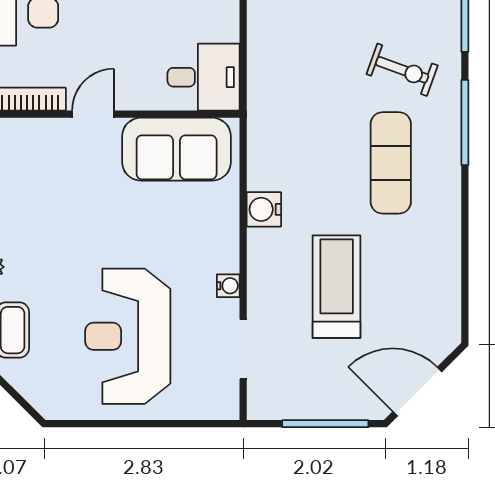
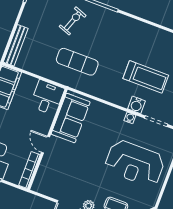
exercise mat: (391, 163) -> (77, 62), moved
water cooler: (264, 209) -> (137, 105), moved
treadmill: (337, 287) -> (146, 77), turned 180

